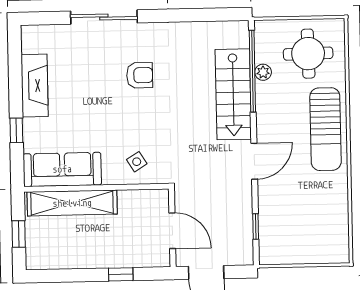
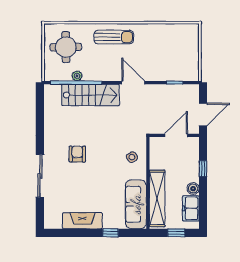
sun lounger: (326, 129) -> (114, 37), width x0.73, depth x0.75
freezer: (58, 256) -> (191, 208), added
boiler: (89, 259) -> (193, 189), added

